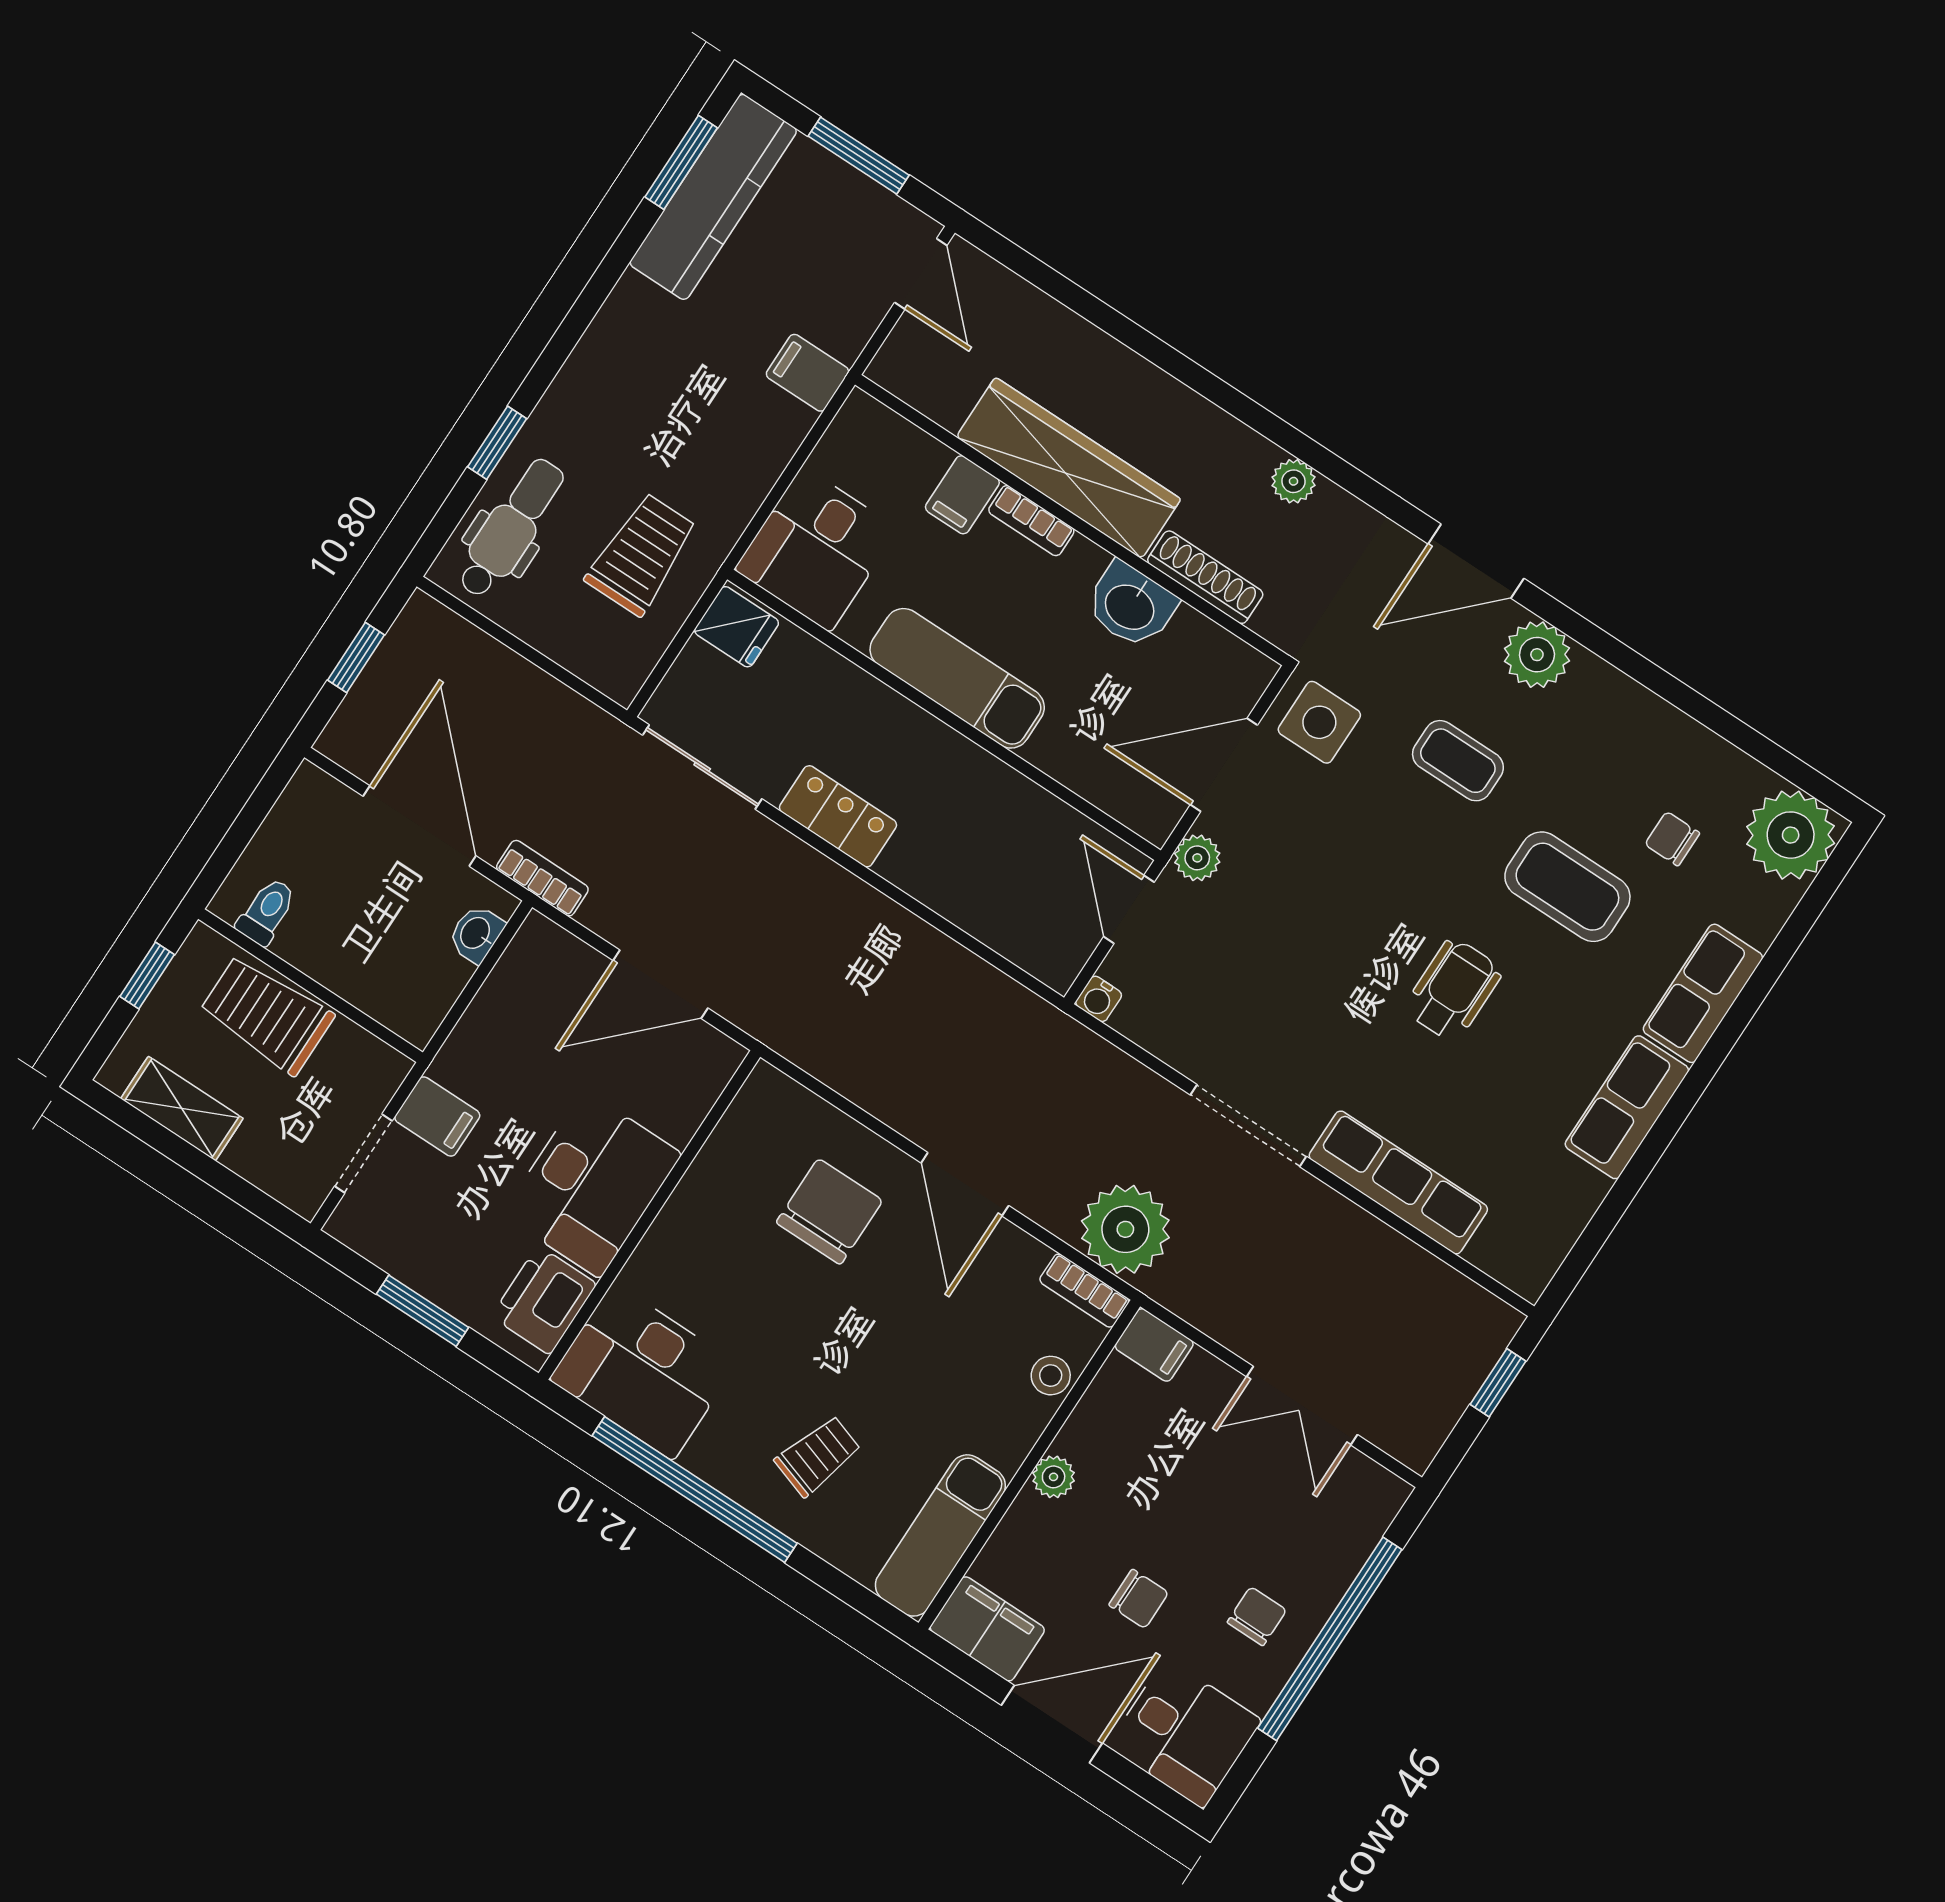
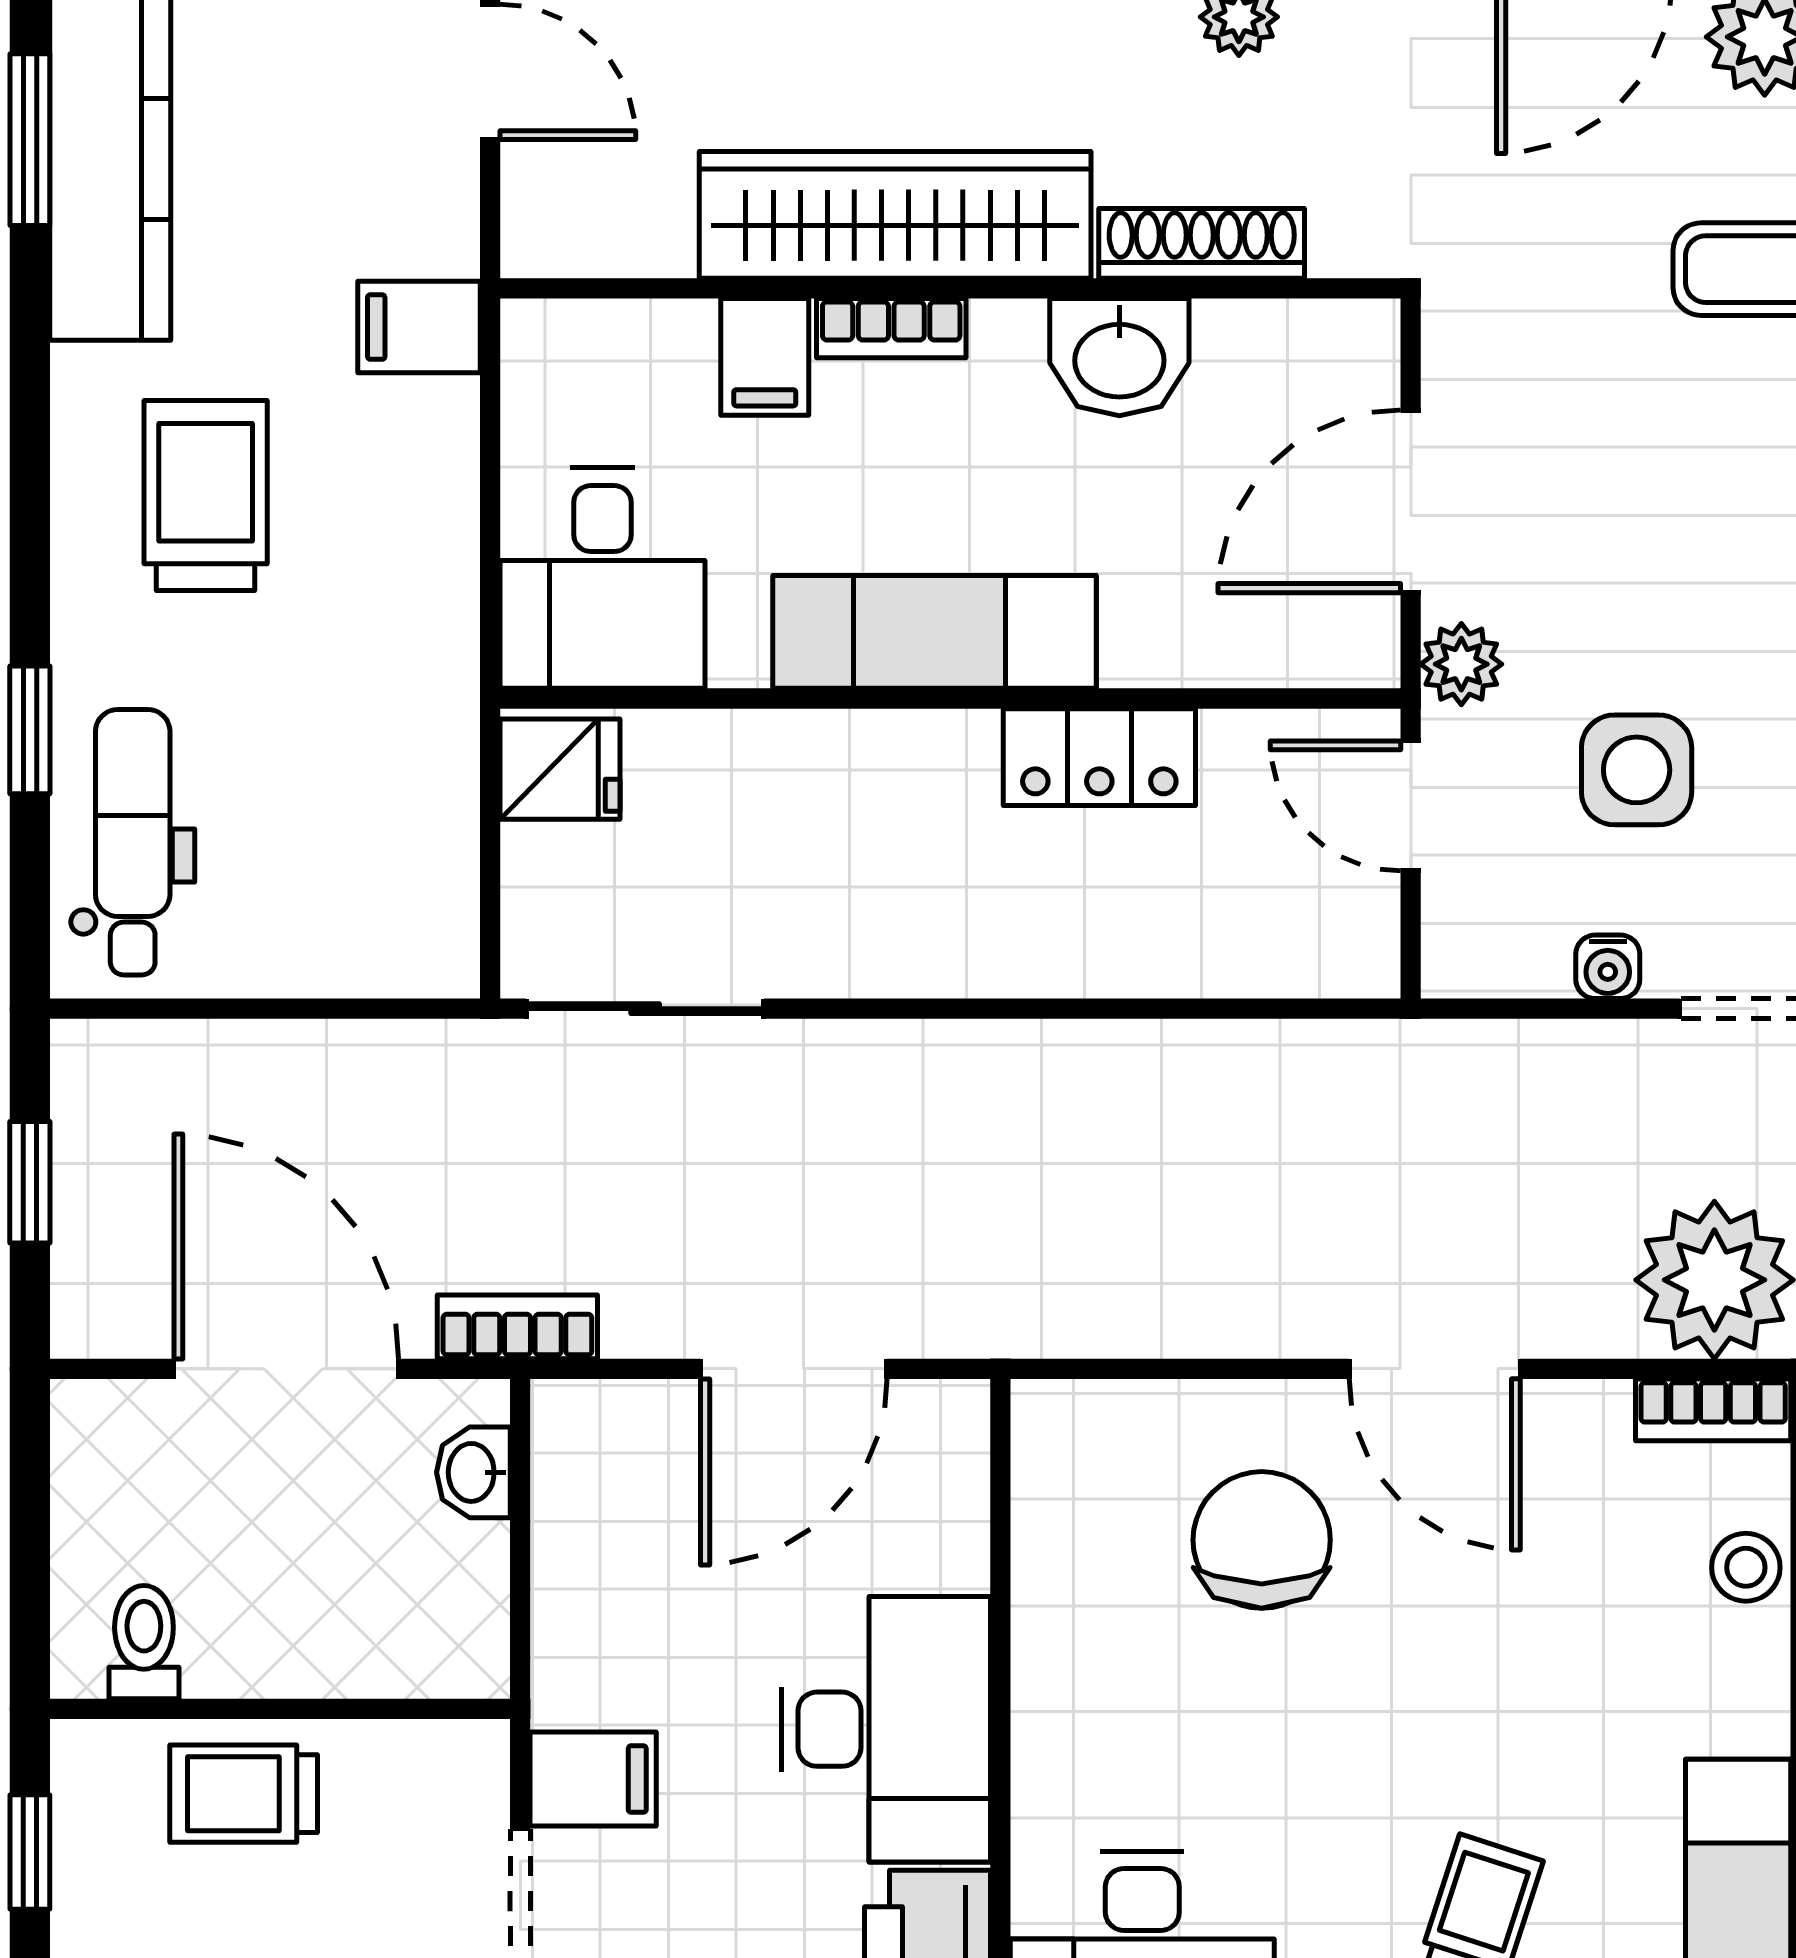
trolley: (641, 554) -> (206, 496), moved
side table: (1319, 722) -> (1637, 770), moved
locker: (838, 816) -> (1099, 757), moved, turned 180
water cooler: (1099, 999) -> (1608, 967), moved
trolley: (267, 1014) -> (244, 1794), width x0.73, depth x0.72

